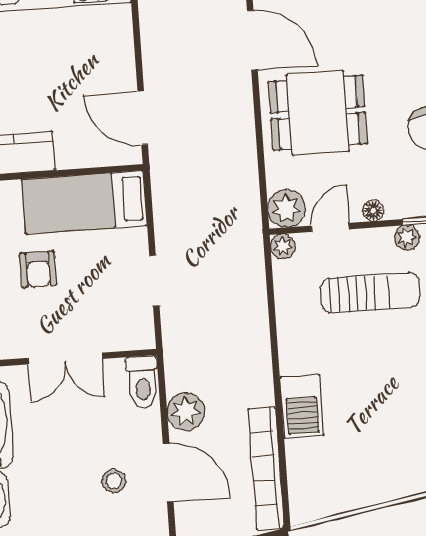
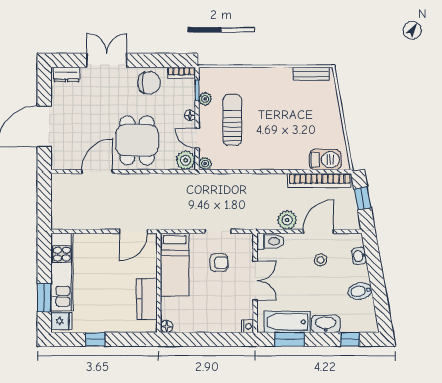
armchair: (38, 269) -> (219, 263), moved
barbecue: (302, 406) -> (325, 160), moved

